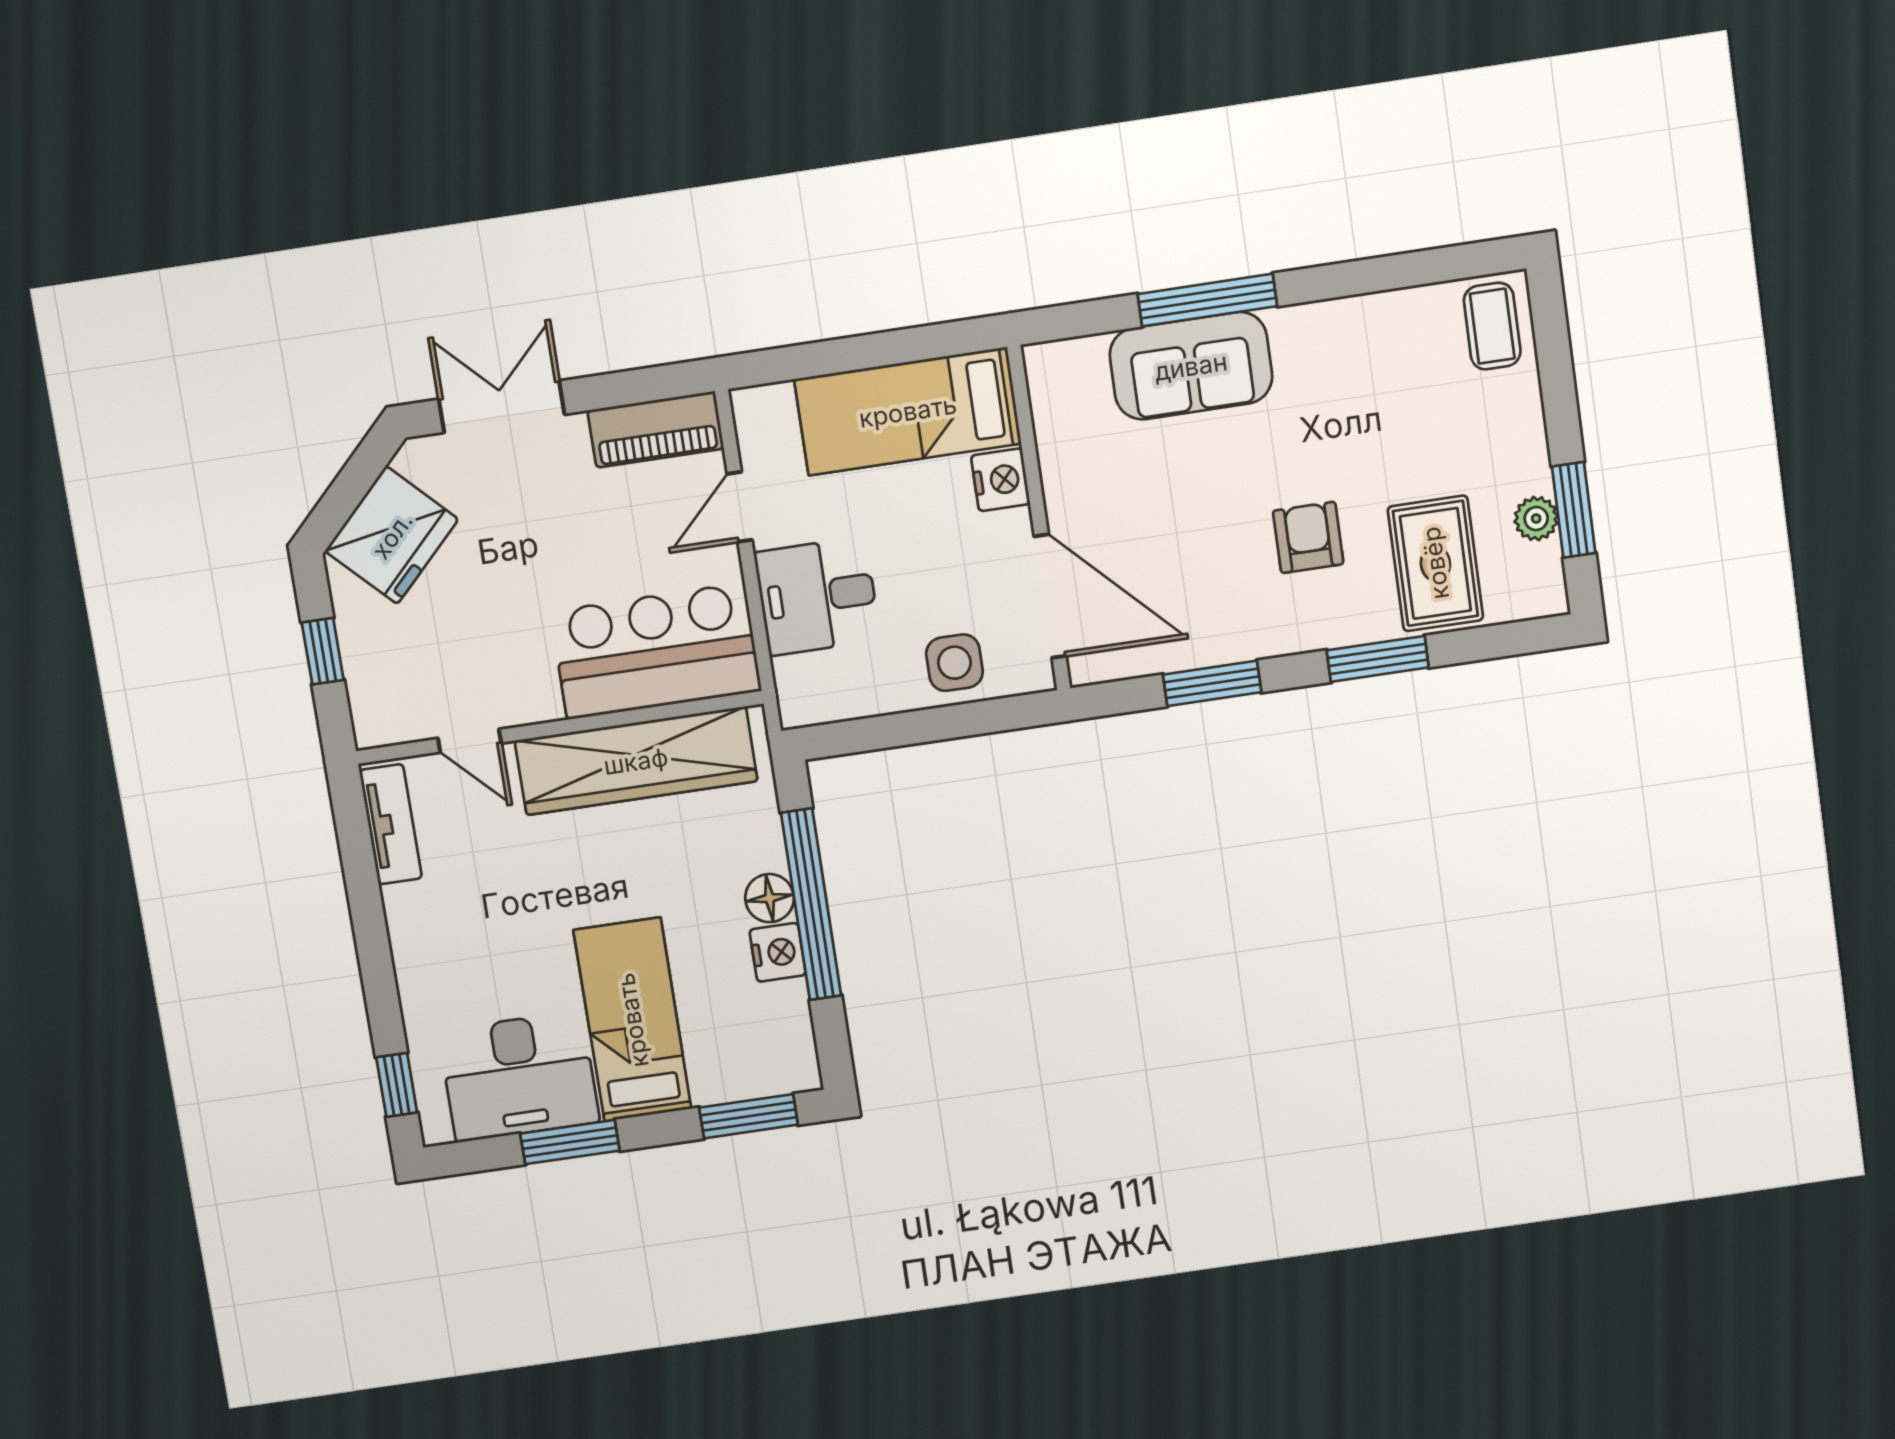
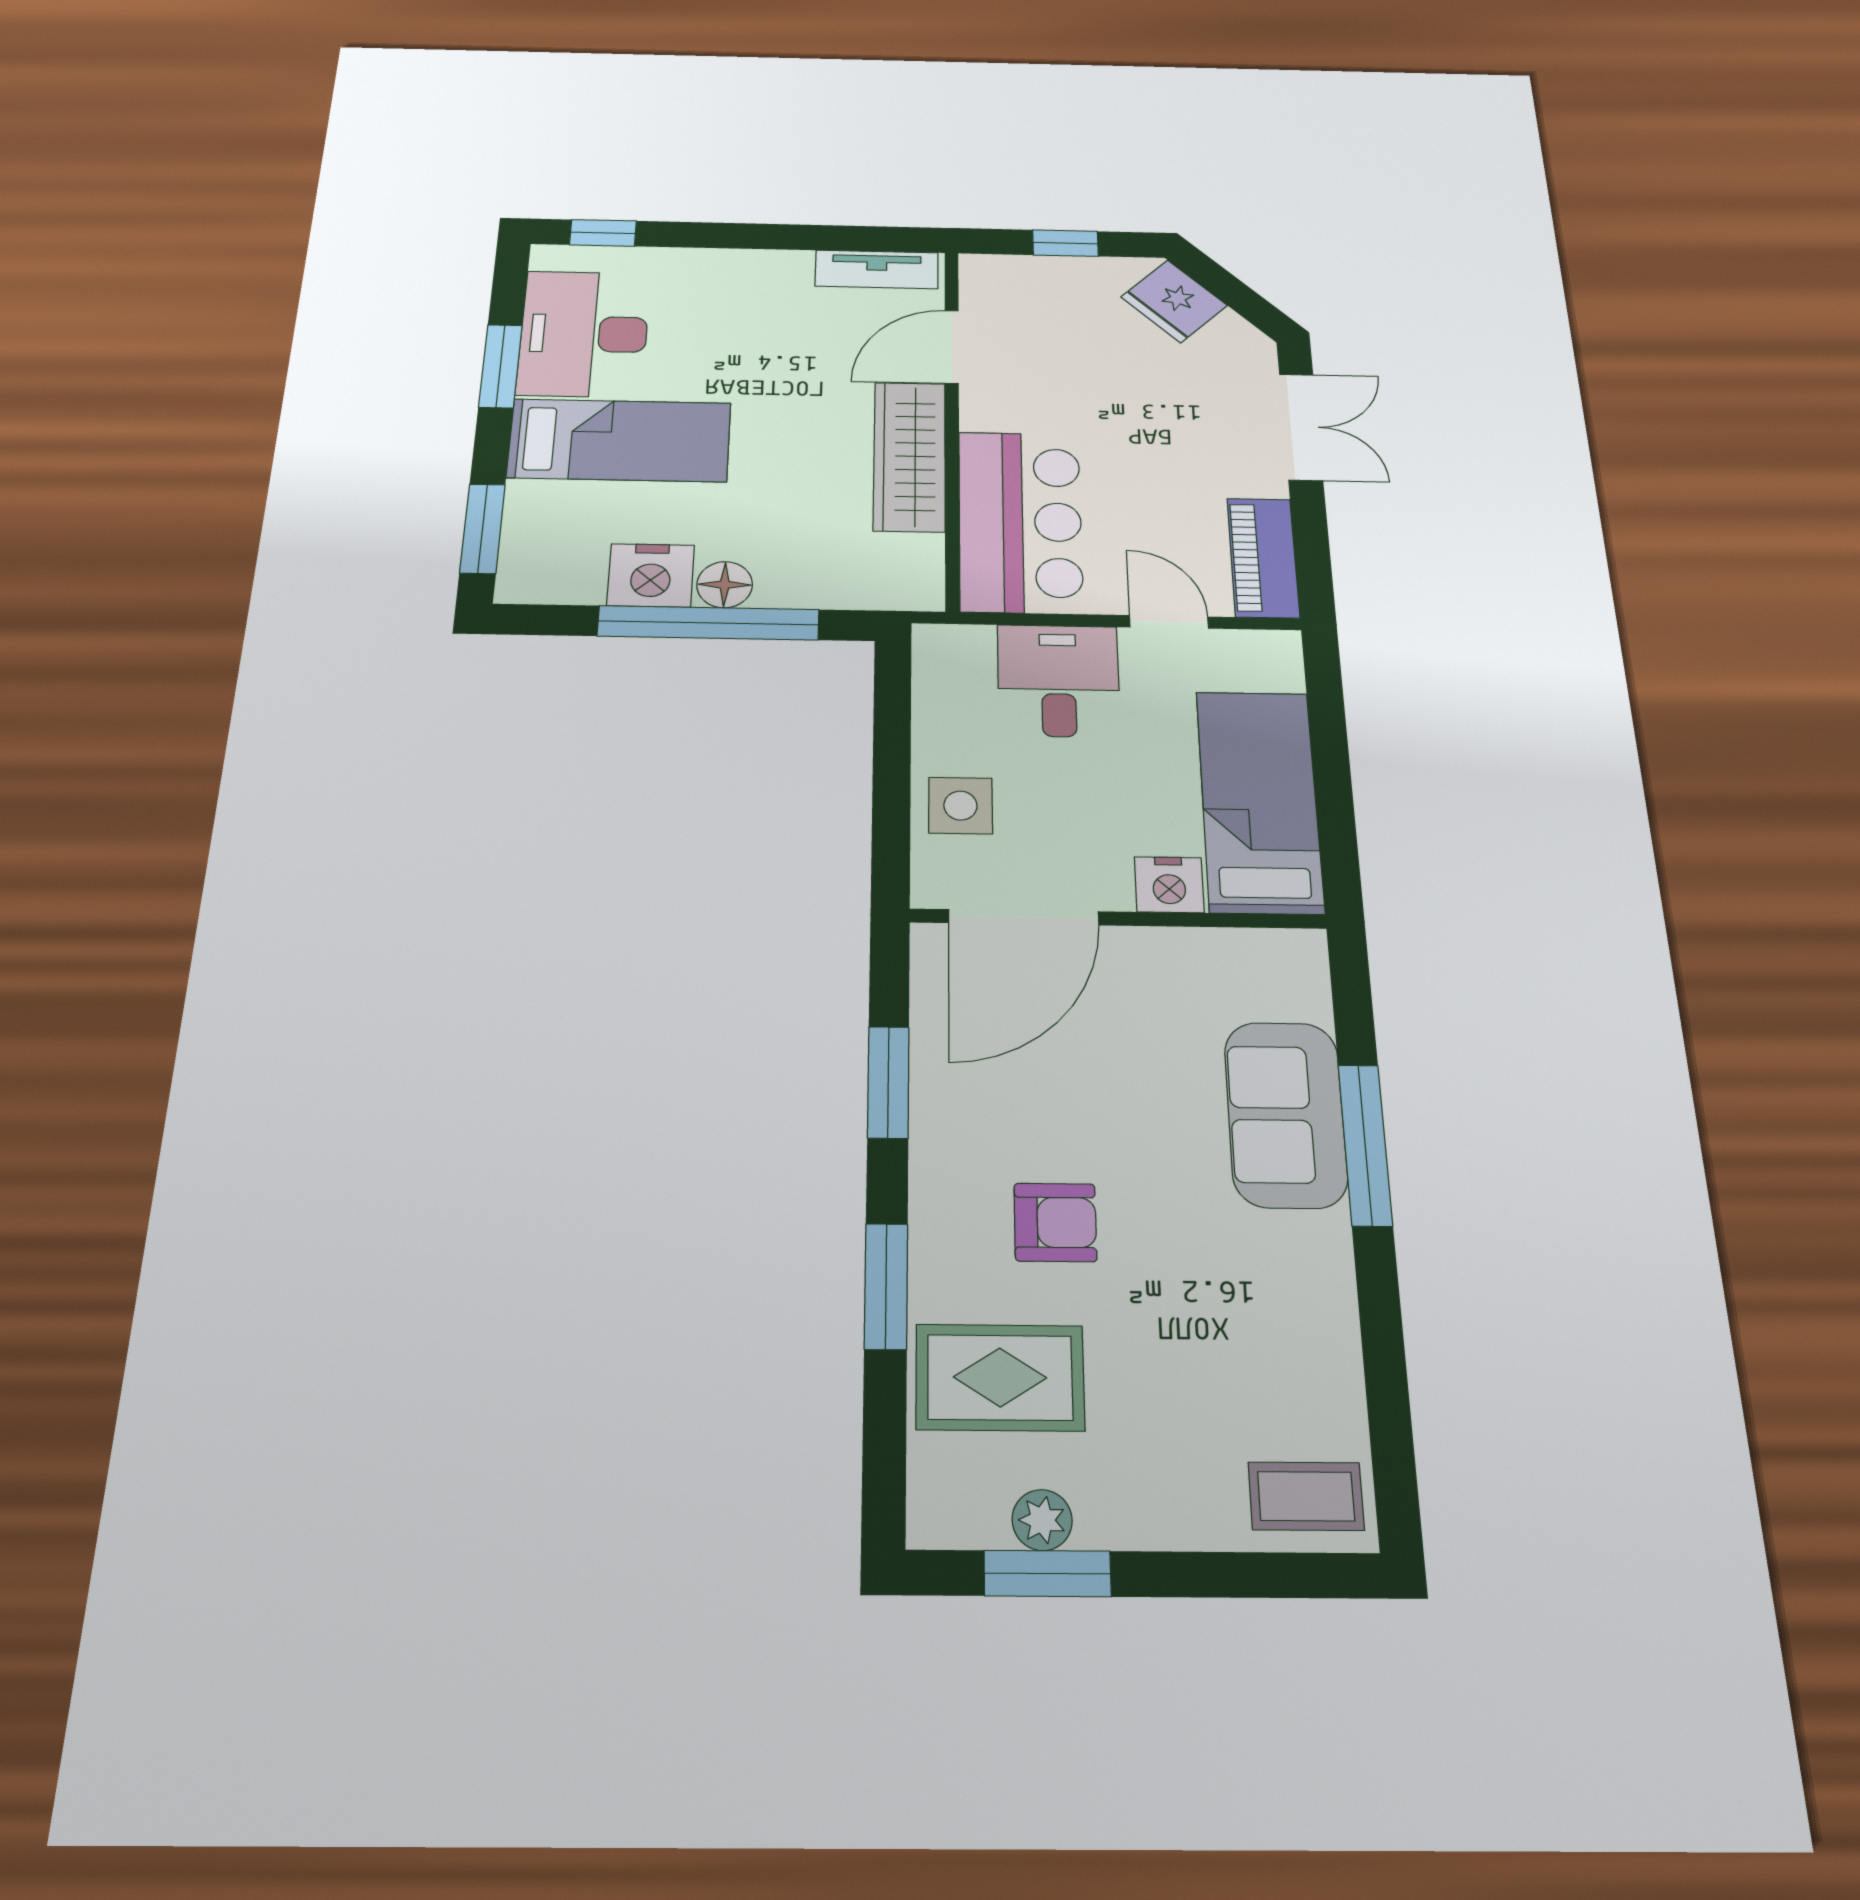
fridge: (392, 535) -> (1174, 301), width x0.73, depth x0.75
door: (470, 741) -> (952, 347), width x1.37
wardrobe: (636, 761) -> (910, 456), width x0.71, depth x0.85
nightstand: (778, 952) -> (651, 575), width x1.36, depth x1.33

